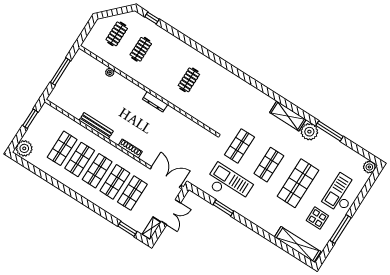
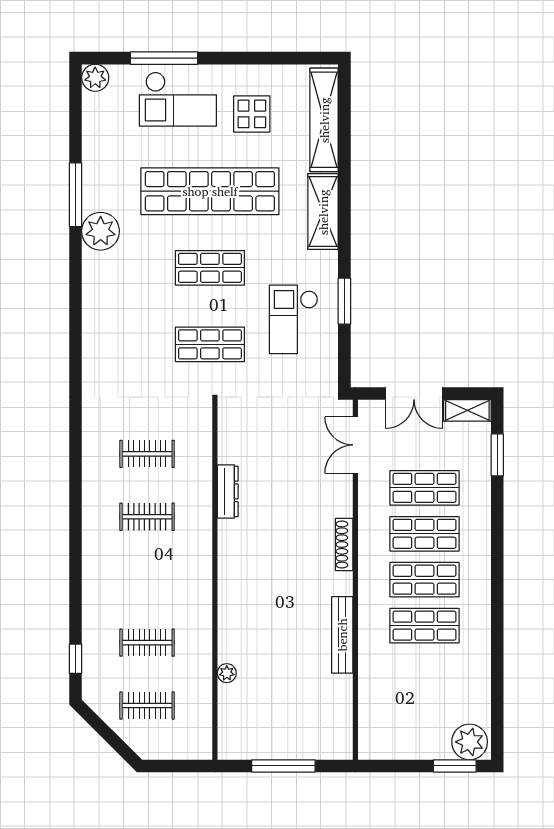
clothes rail: (213, 95) -> (147, 454), added
dresser: (155, 102) -> (228, 491), moved
shelving: (288, 116) -> (323, 212), moved
window: (30, 119) -> (455, 766), moved
shop shelf: (62, 148) -> (425, 672), removed
double door: (166, 177) -> (355, 445), width x0.73
shop shelf: (298, 183) -> (210, 191), width x1.40
checkout: (229, 184) -> (294, 319), width x0.73, depth x0.83
double door: (171, 212) -> (414, 394), swing flipped
window: (340, 229) -> (164, 58), moved

